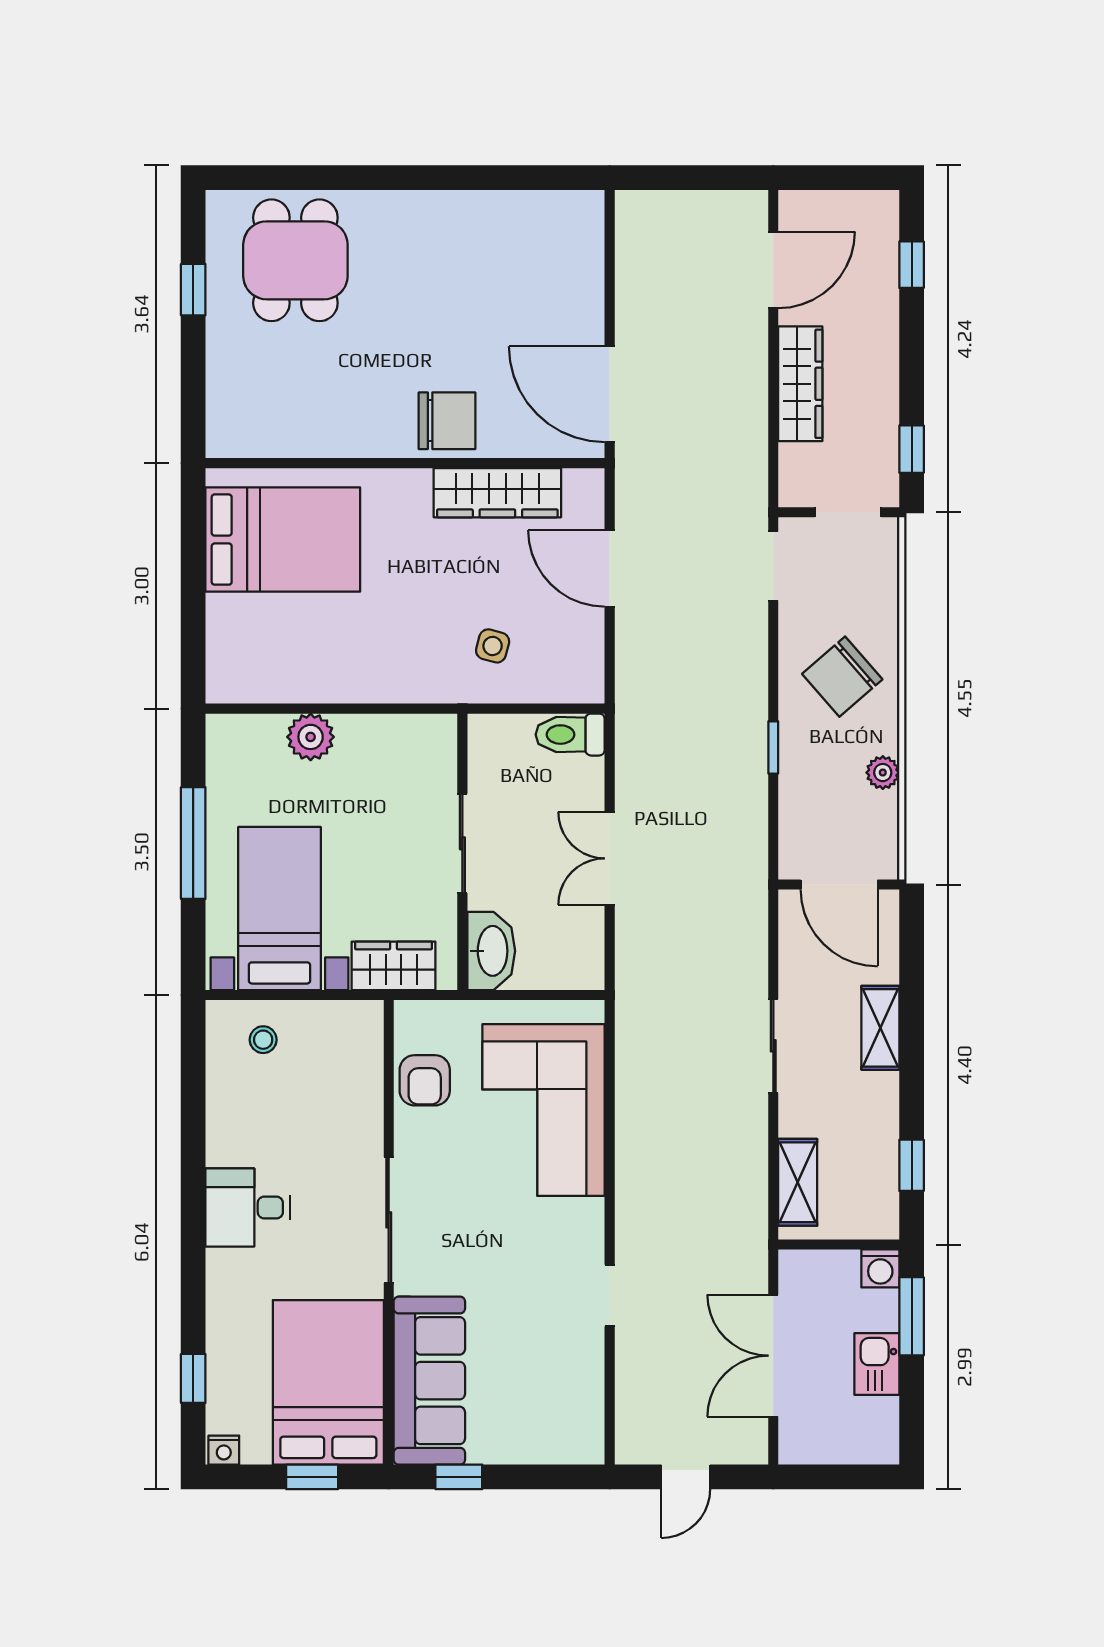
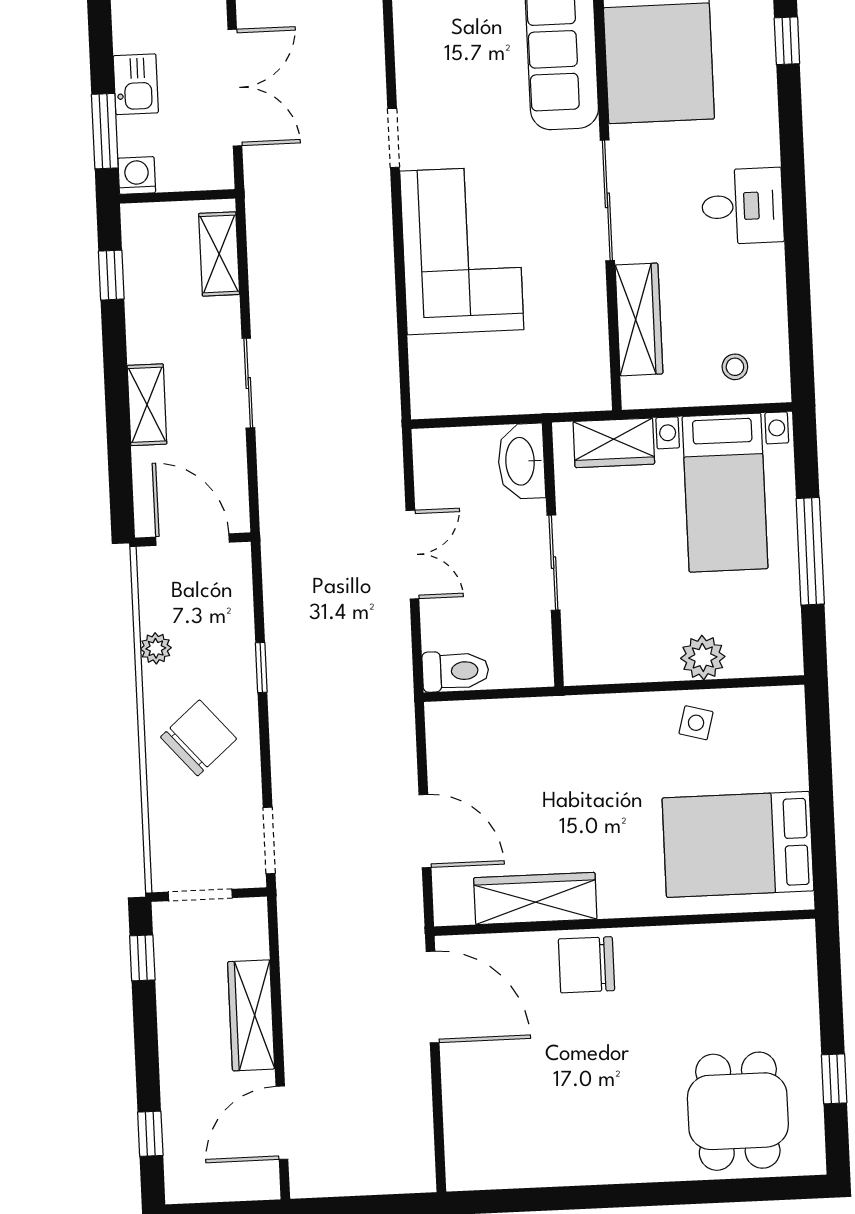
side table: (493, 646) -> (696, 723), moved
armchair: (425, 1080) -> (579, 335), removed
wardrobe: (361, 1094) -> (639, 319), added
corner sofa: (543, 1110) -> (462, 250), moved

